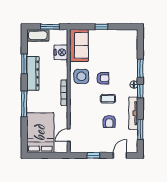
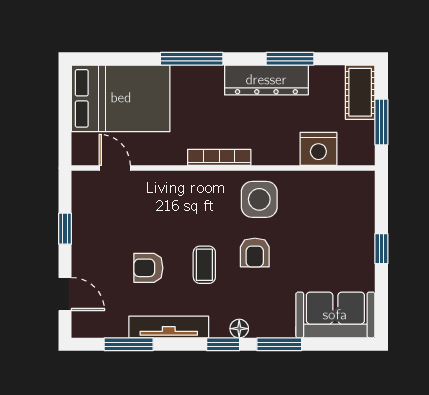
sofa: (79, 45) -> (335, 315), moved, turned 180

